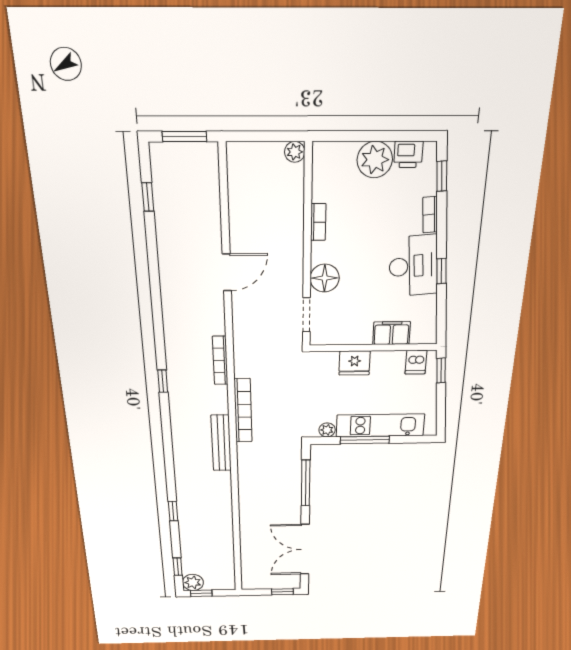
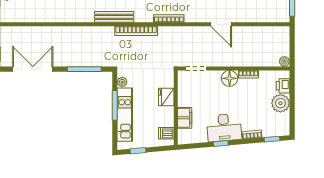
printer: (408, 154) -> (283, 86), moved
floor lamp: (325, 278) -> (230, 78), moved
window: (441, 370) -> (138, 151), moved

